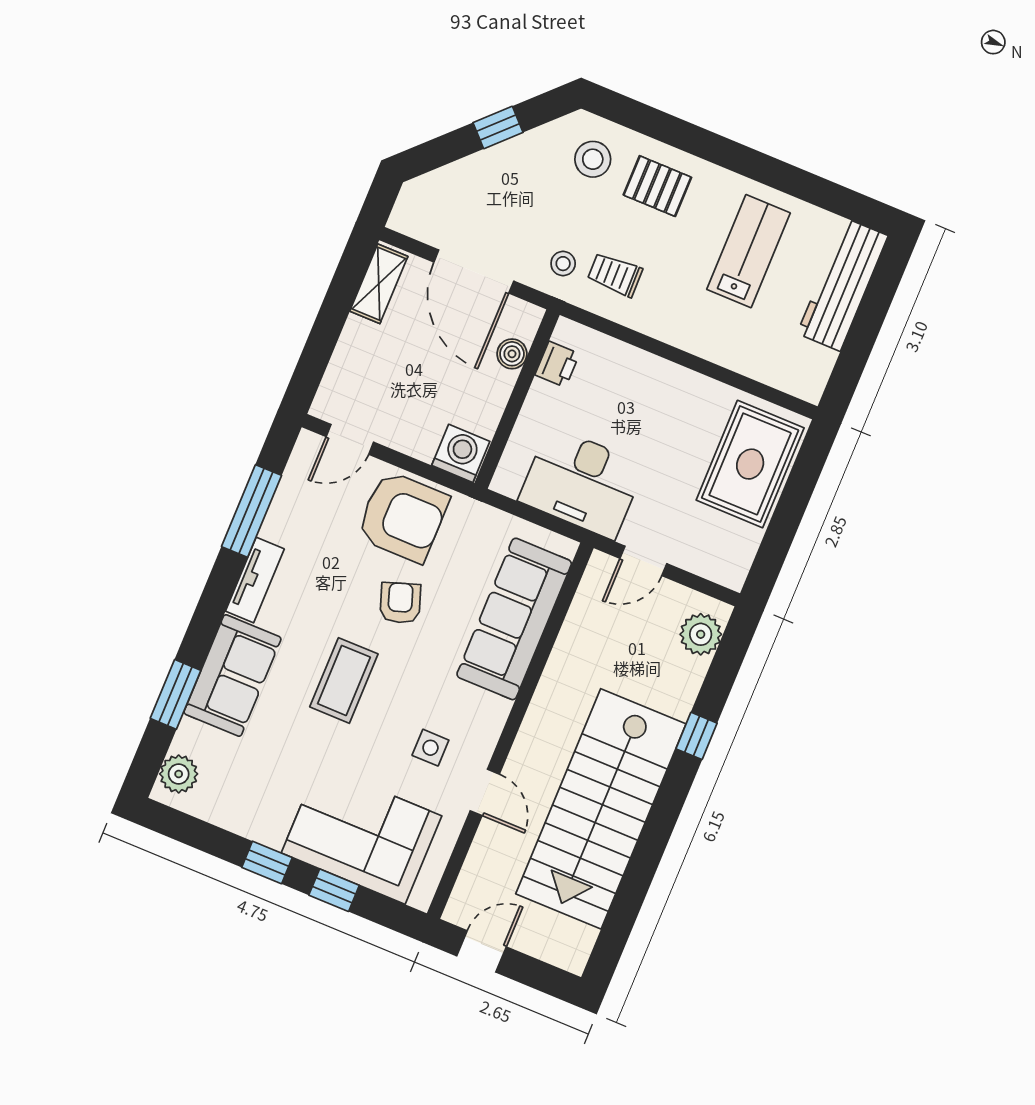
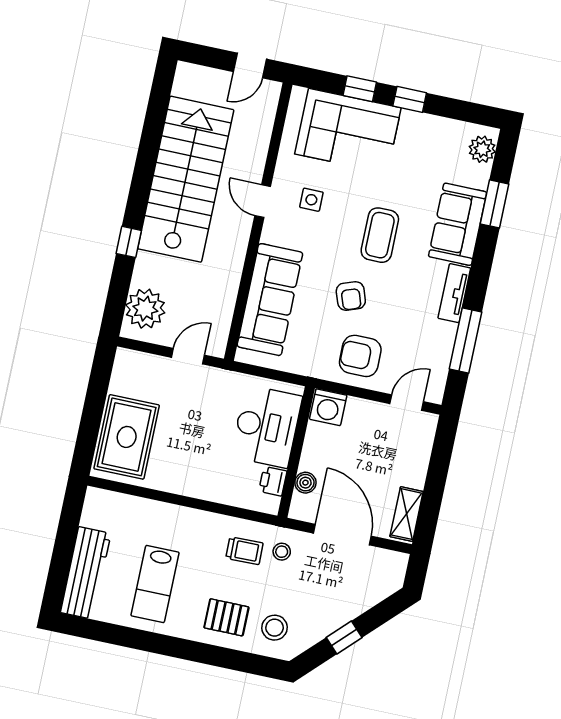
desk: (582, 483) -> (267, 426), moved, turned 90
armchair: (403, 517) -> (360, 356), width x0.73, depth x0.73
plant: (701, 634) -> (145, 309), width x1.36, depth x1.36
door: (485, 792) -> (263, 201), moved

